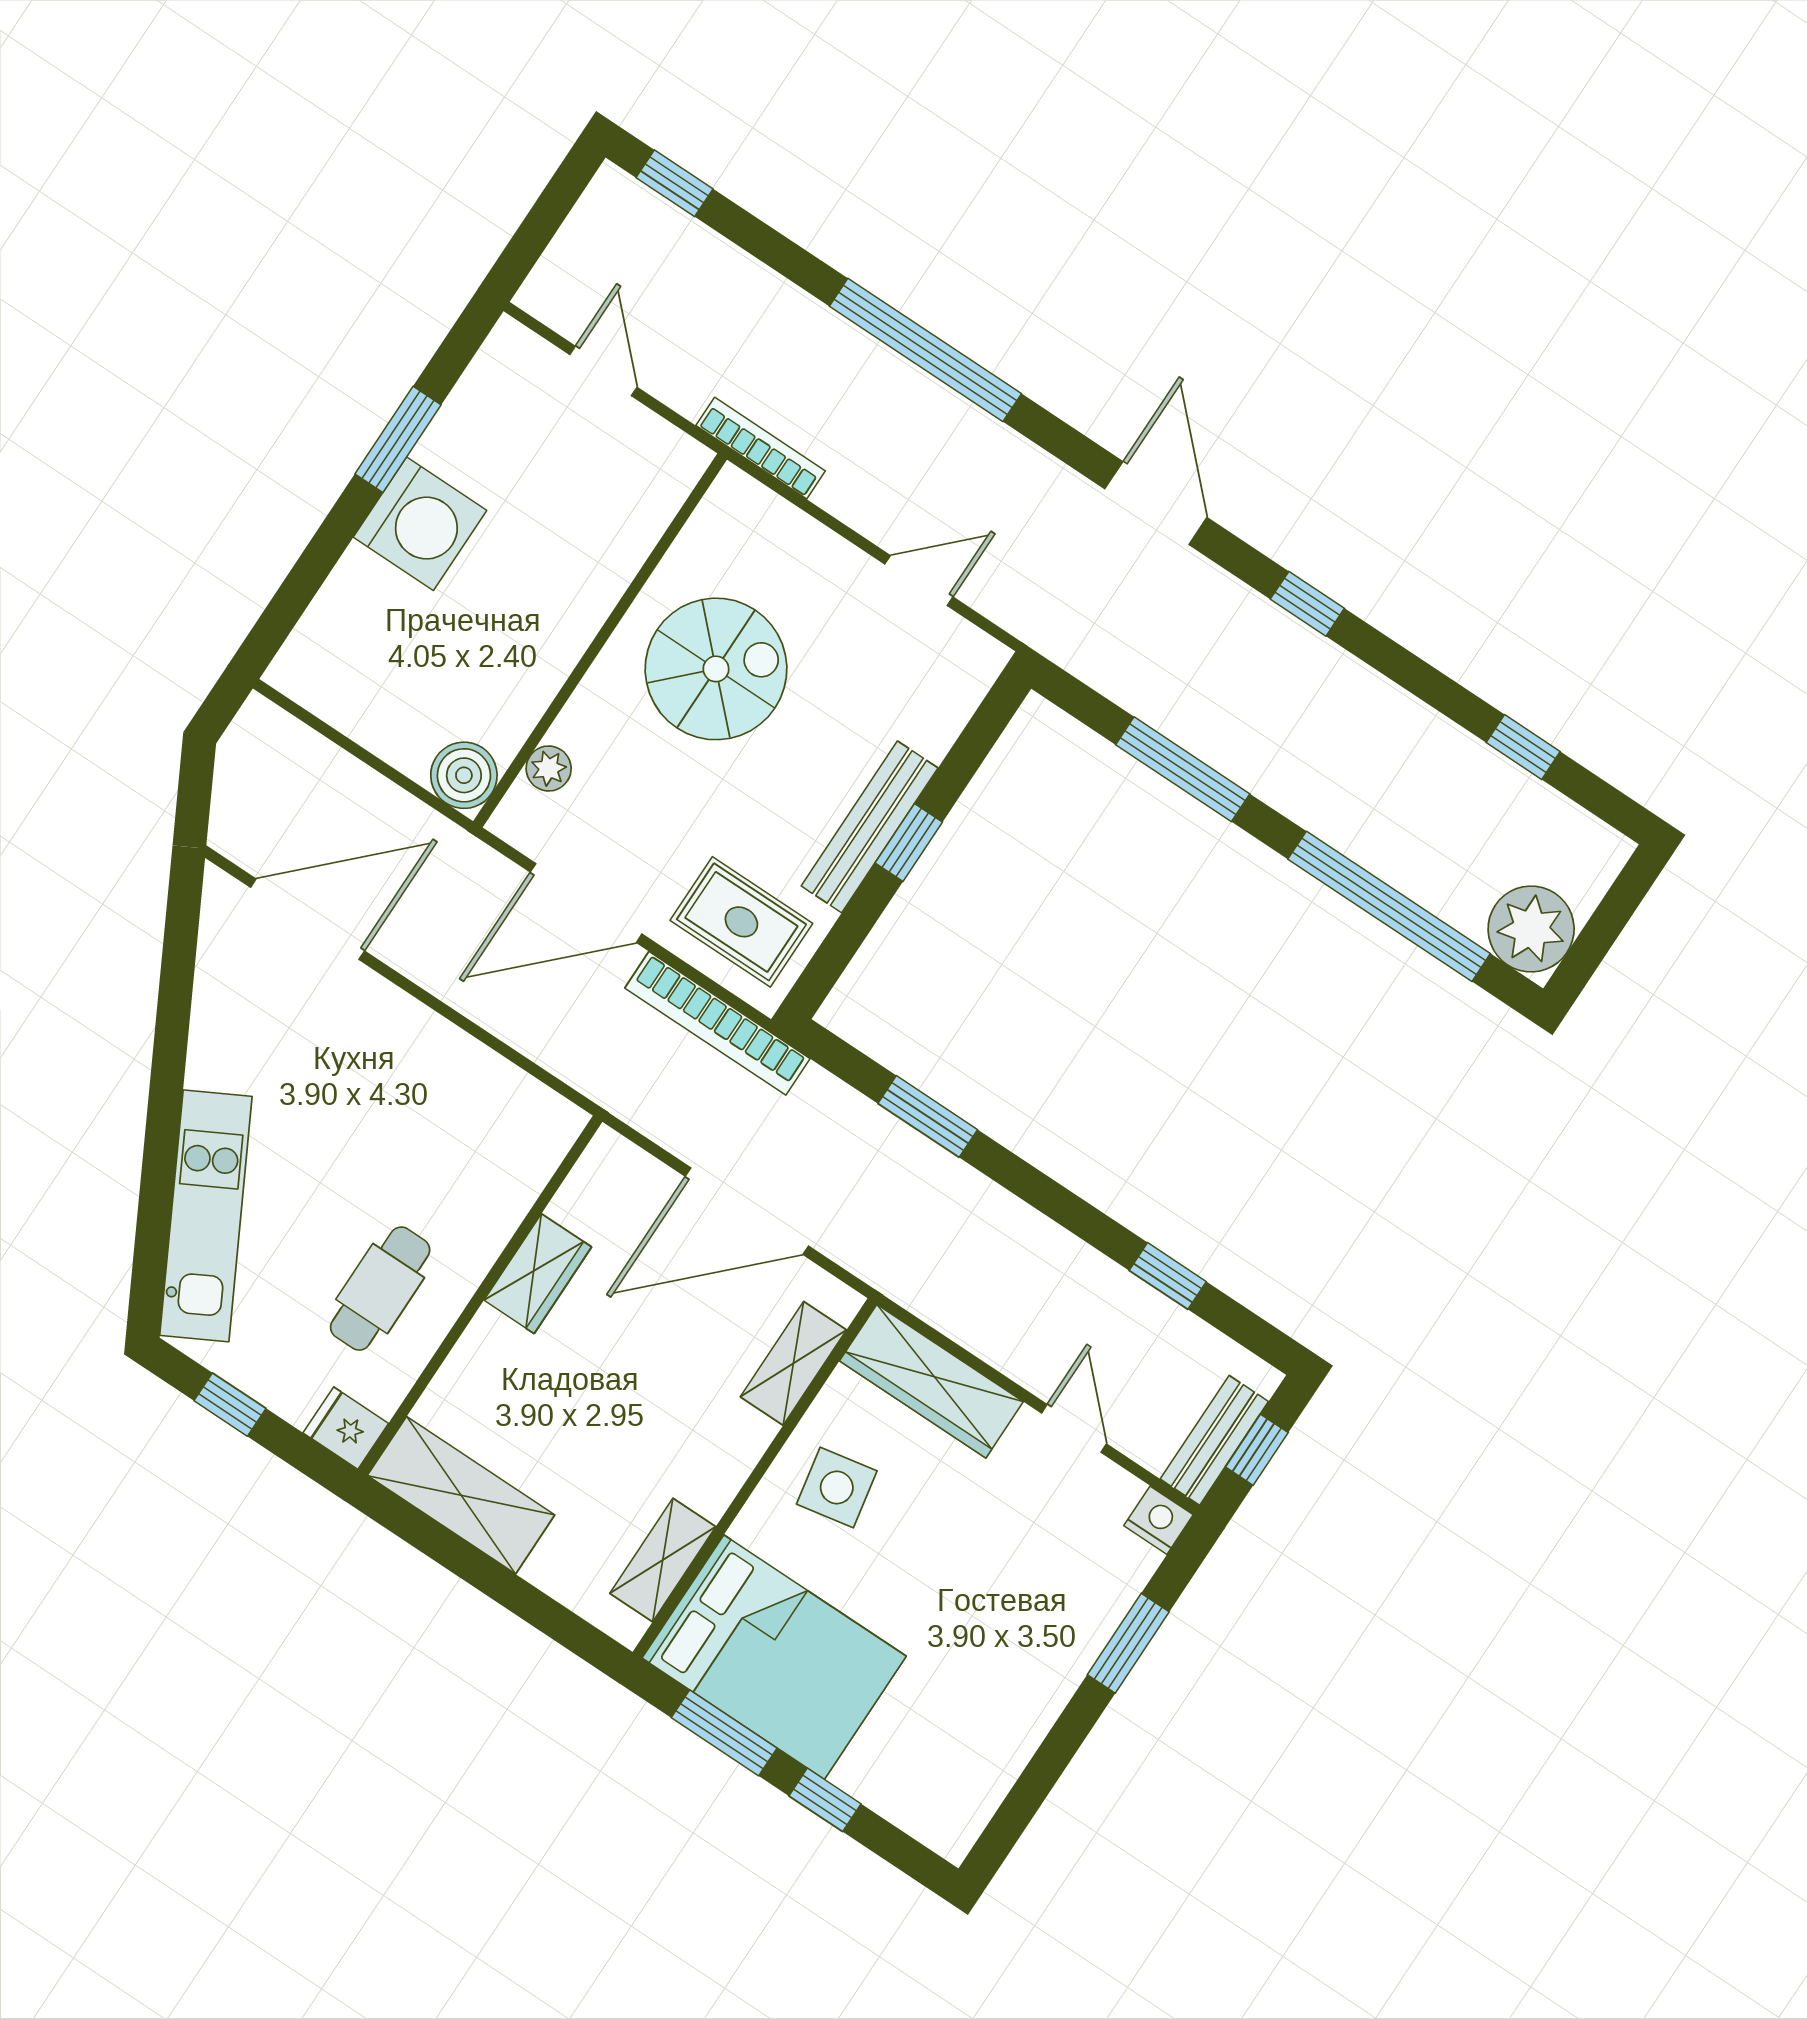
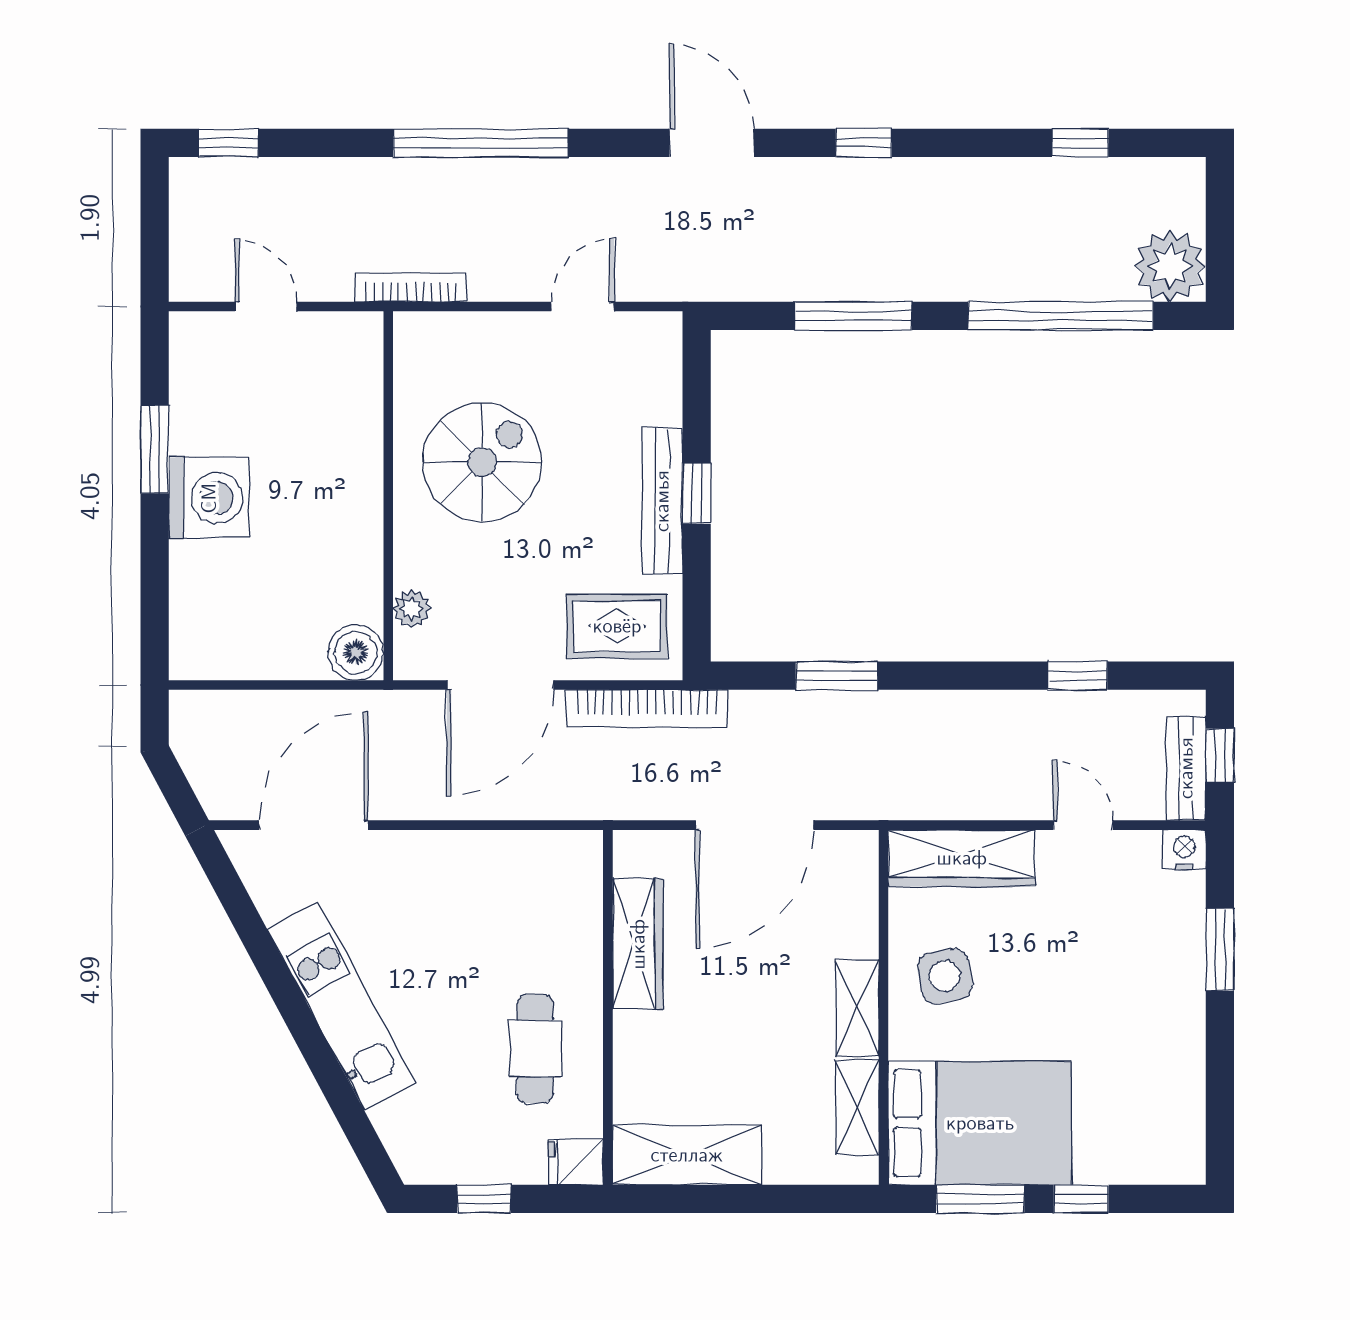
kitchen unit: (206, 1216) -> (341, 1006), moved
wardrobe: (538, 1274) -> (638, 944), width x1.50
shelving: (793, 1363) -> (857, 1007), moved

